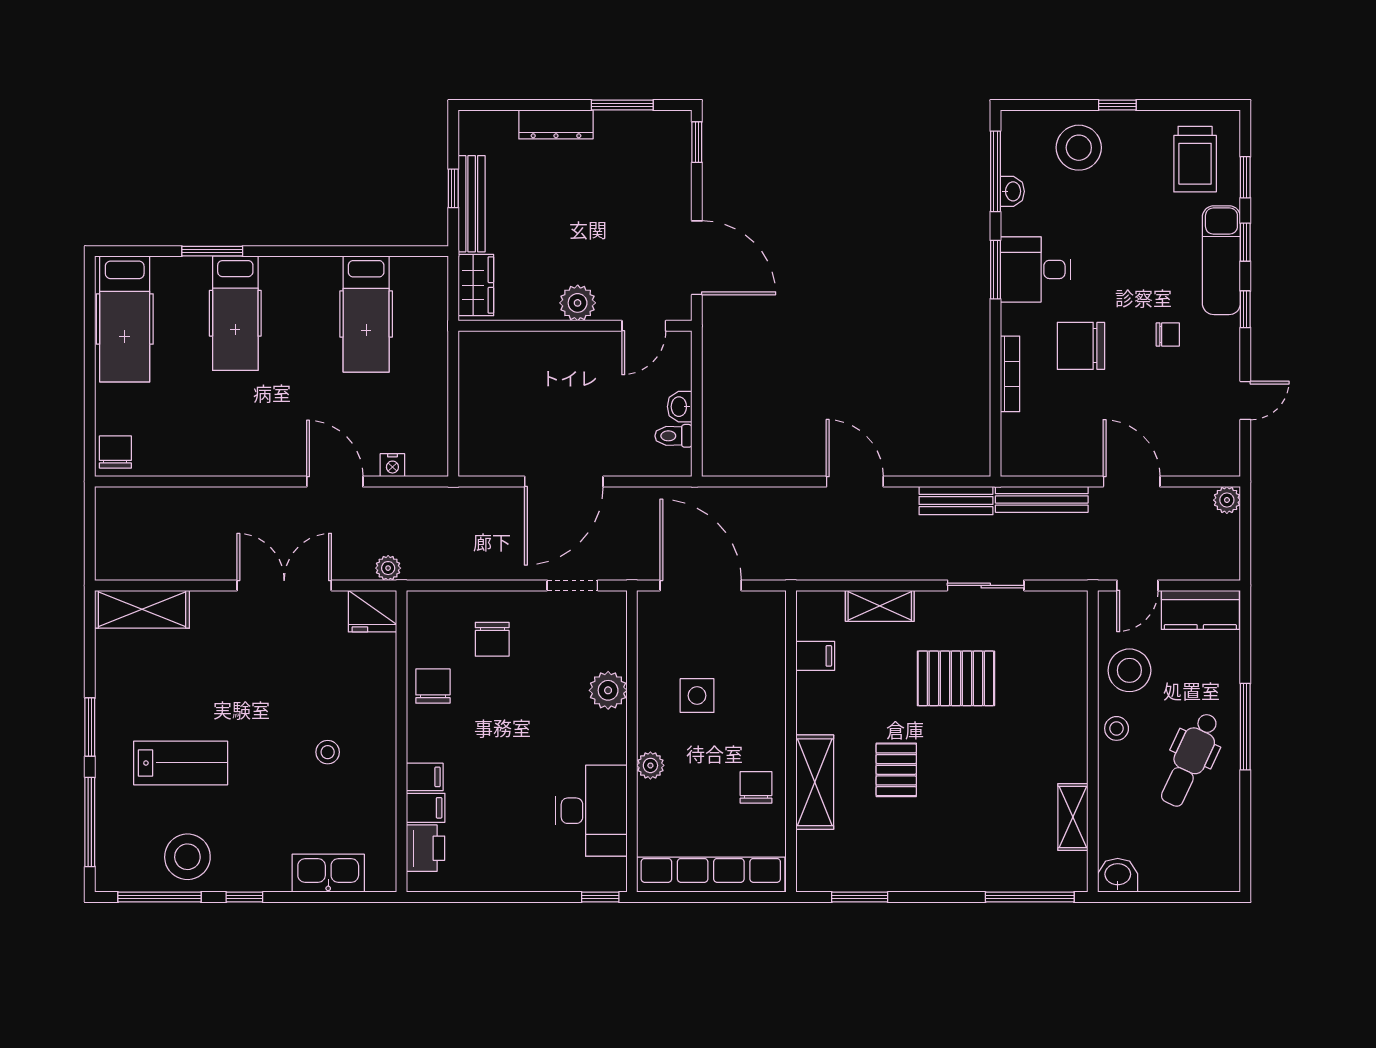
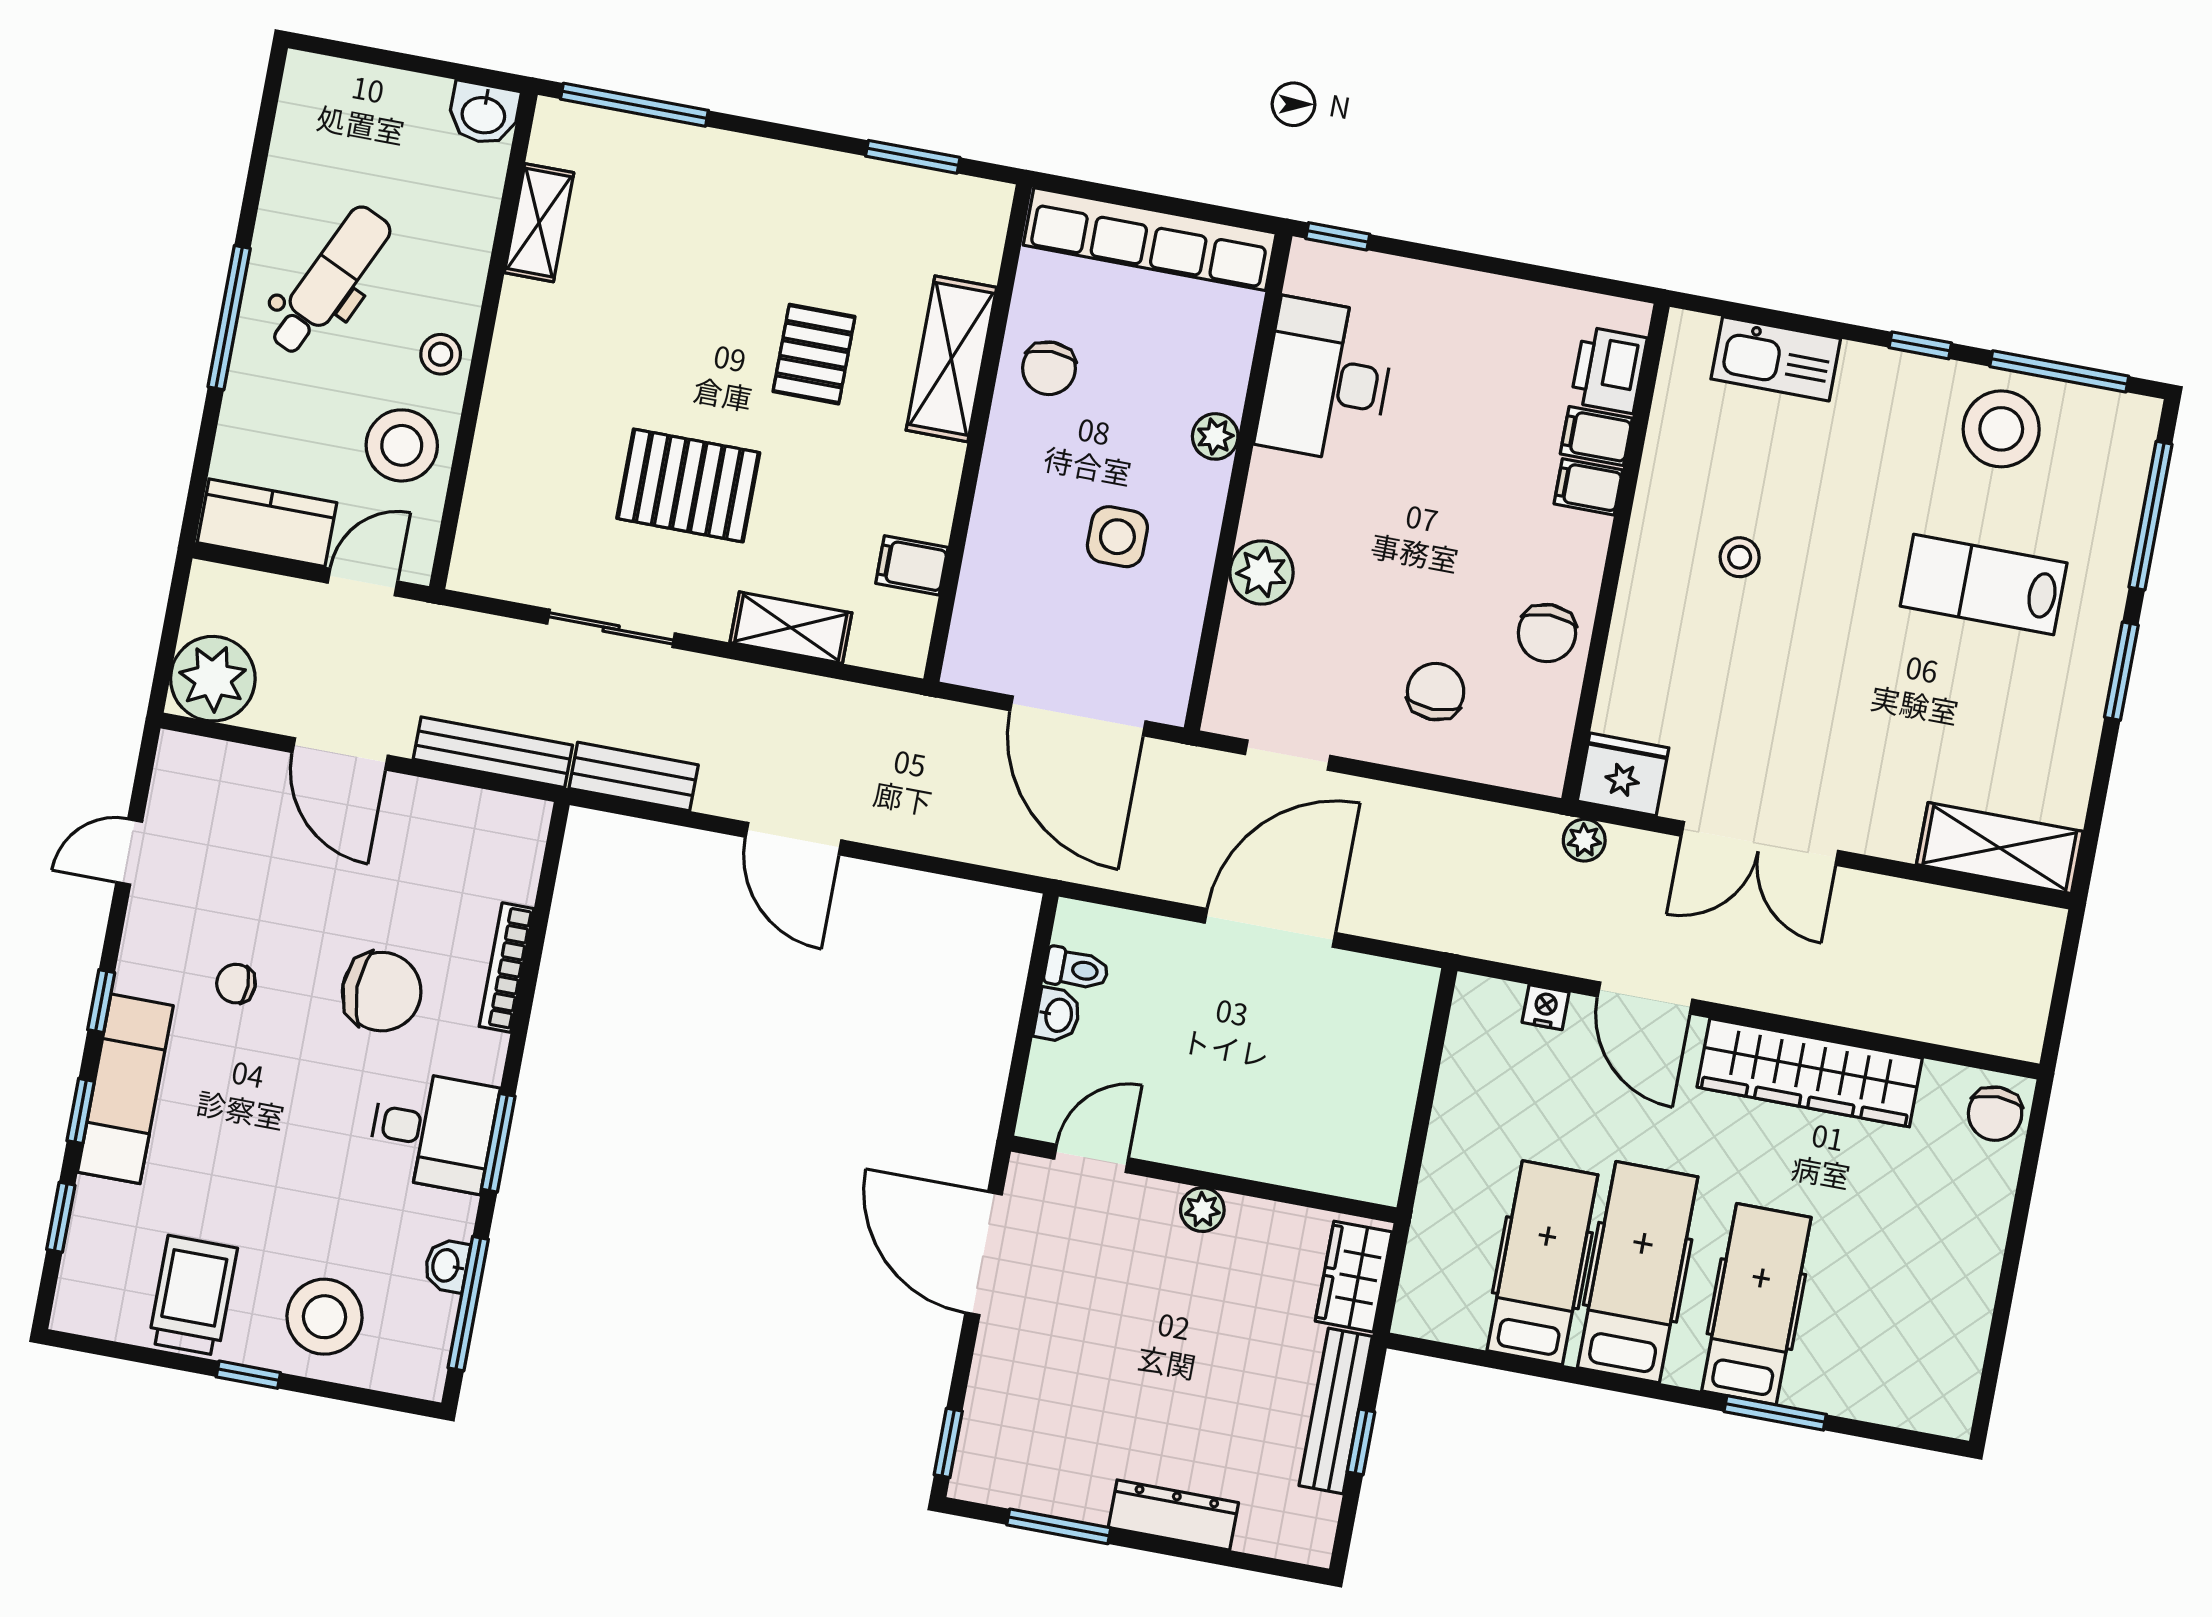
trolley: (1195, 159) -> (193, 1295), moved
plant: (578, 303) -> (1202, 1210), width x0.73, depth x0.73
hospital bed: (125, 319) -> (1638, 1272), moved
wardrobe: (229, 456) -> (1810, 1073), added
plant: (1227, 500) -> (213, 679), width x1.88, depth x1.88

